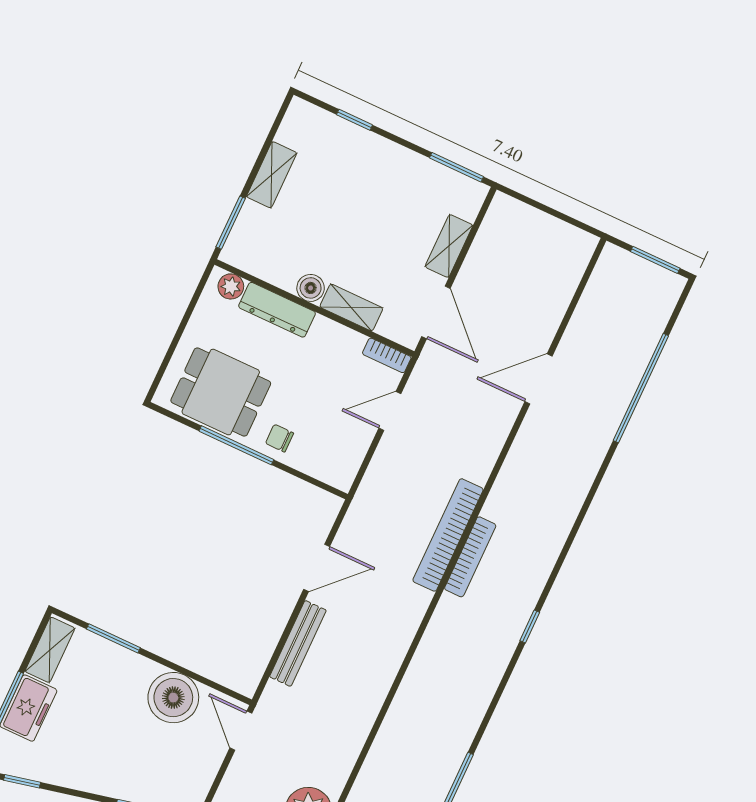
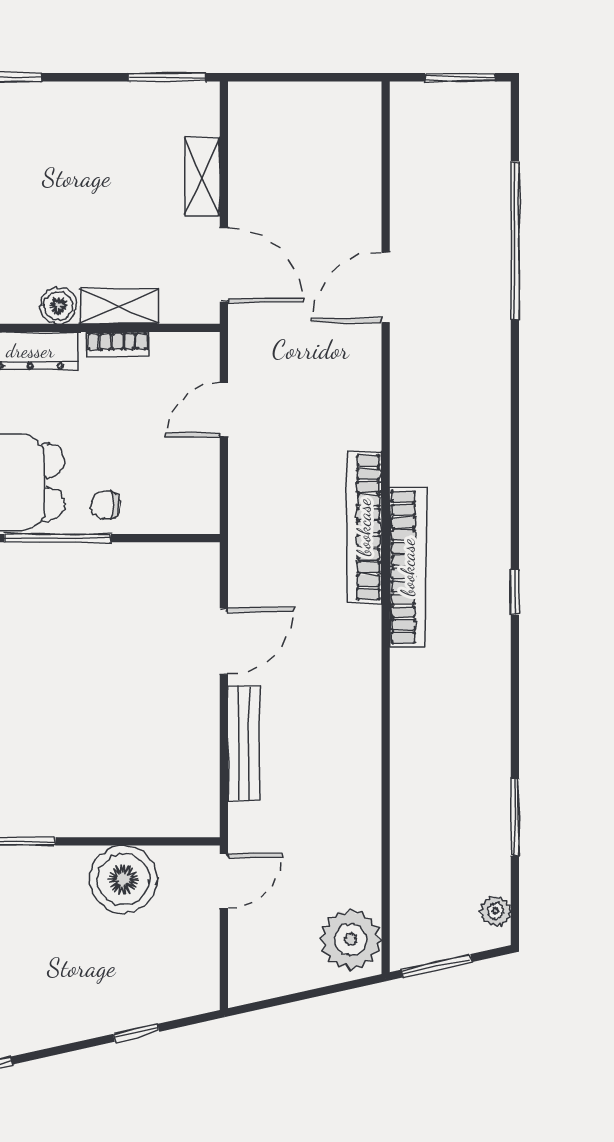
bookcase: (387, 355) -> (117, 344), moved
bookcase: (470, 557) -> (408, 567), width x1.48, depth x1.31
door: (241, 731) -> (224, 881), swing flipped

